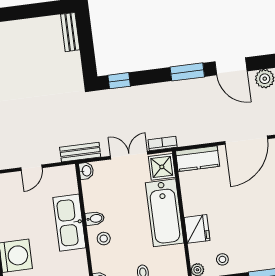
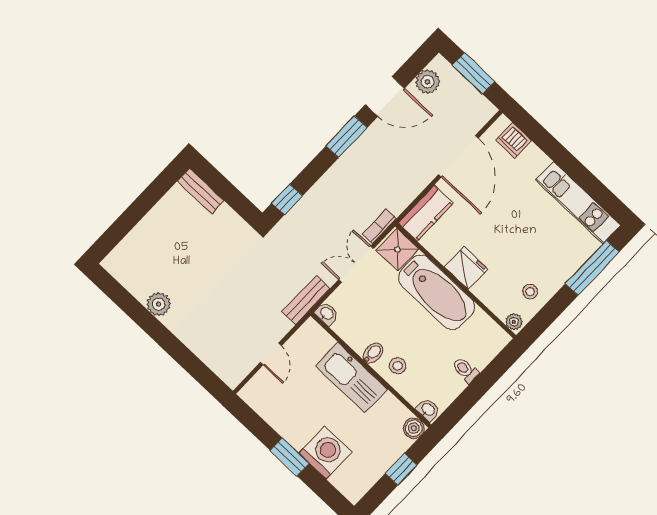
fridge: (197, 229) -> (466, 268), moved

